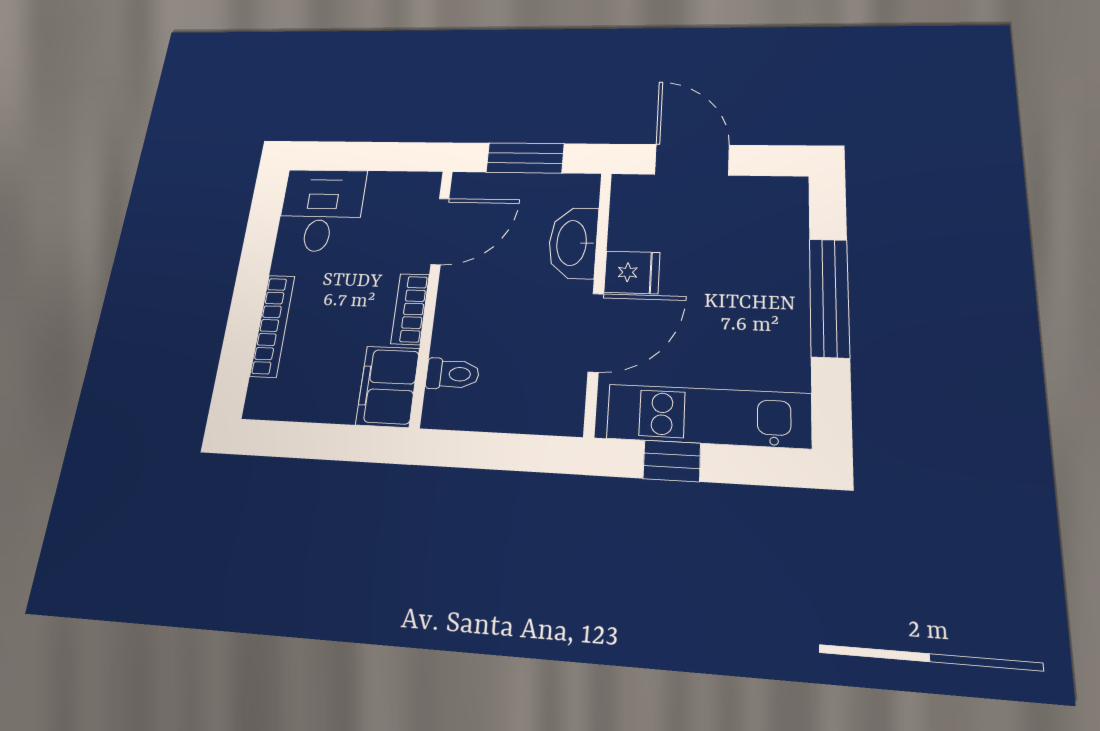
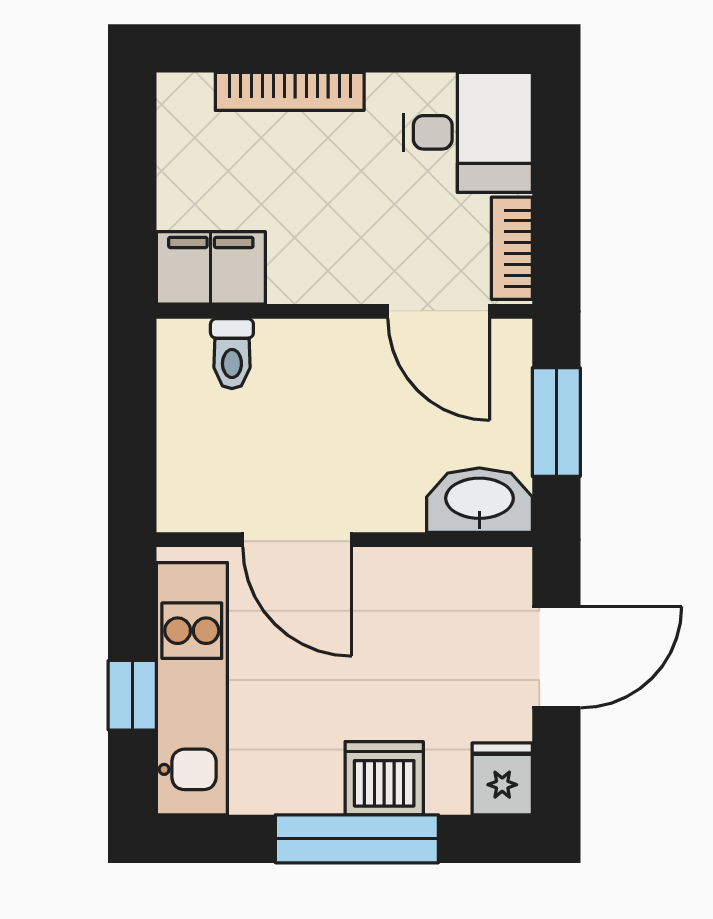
washbasin: (573, 243) -> (479, 500), moved
fridge: (632, 272) -> (502, 779), moved, turned 180
dishwasher: (781, 277) -> (384, 778), added
bookcase: (410, 309) -> (512, 248), moved, turned -90
window: (672, 461) -> (132, 695), moved

